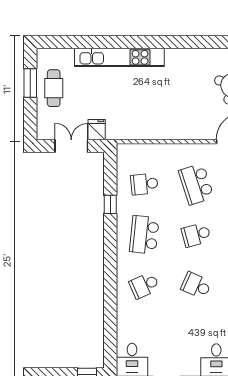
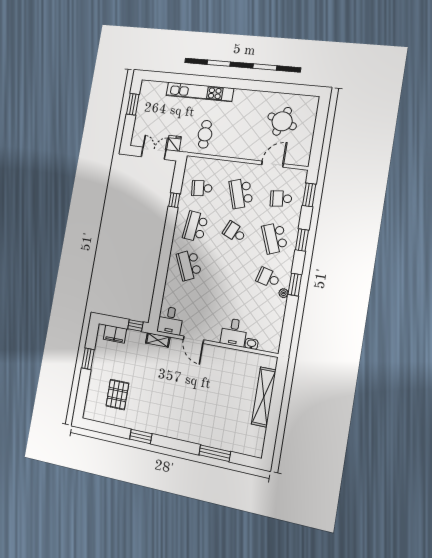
cafe table: (54, 88) -> (205, 134), moved
school desk: (196, 235) -> (234, 232), turned 39
school desk: (144, 285) -> (189, 265), width x1.85
school desk: (196, 285) -> (228, 271), removed

